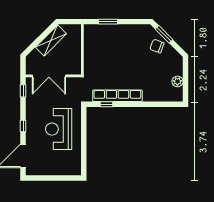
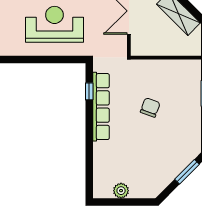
chair: (157, 46) -> (150, 107), moved

